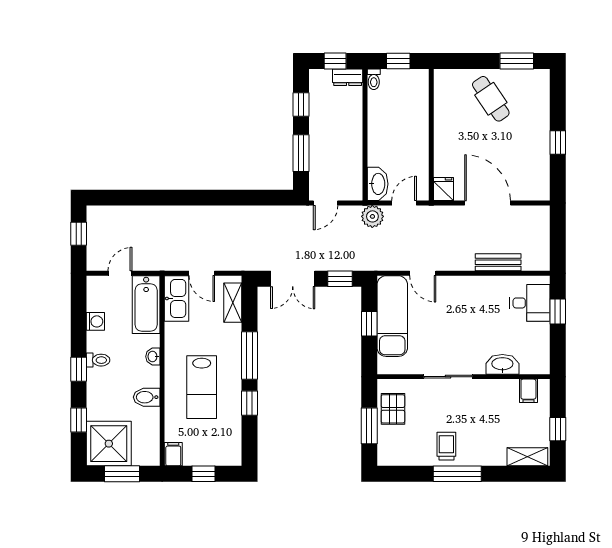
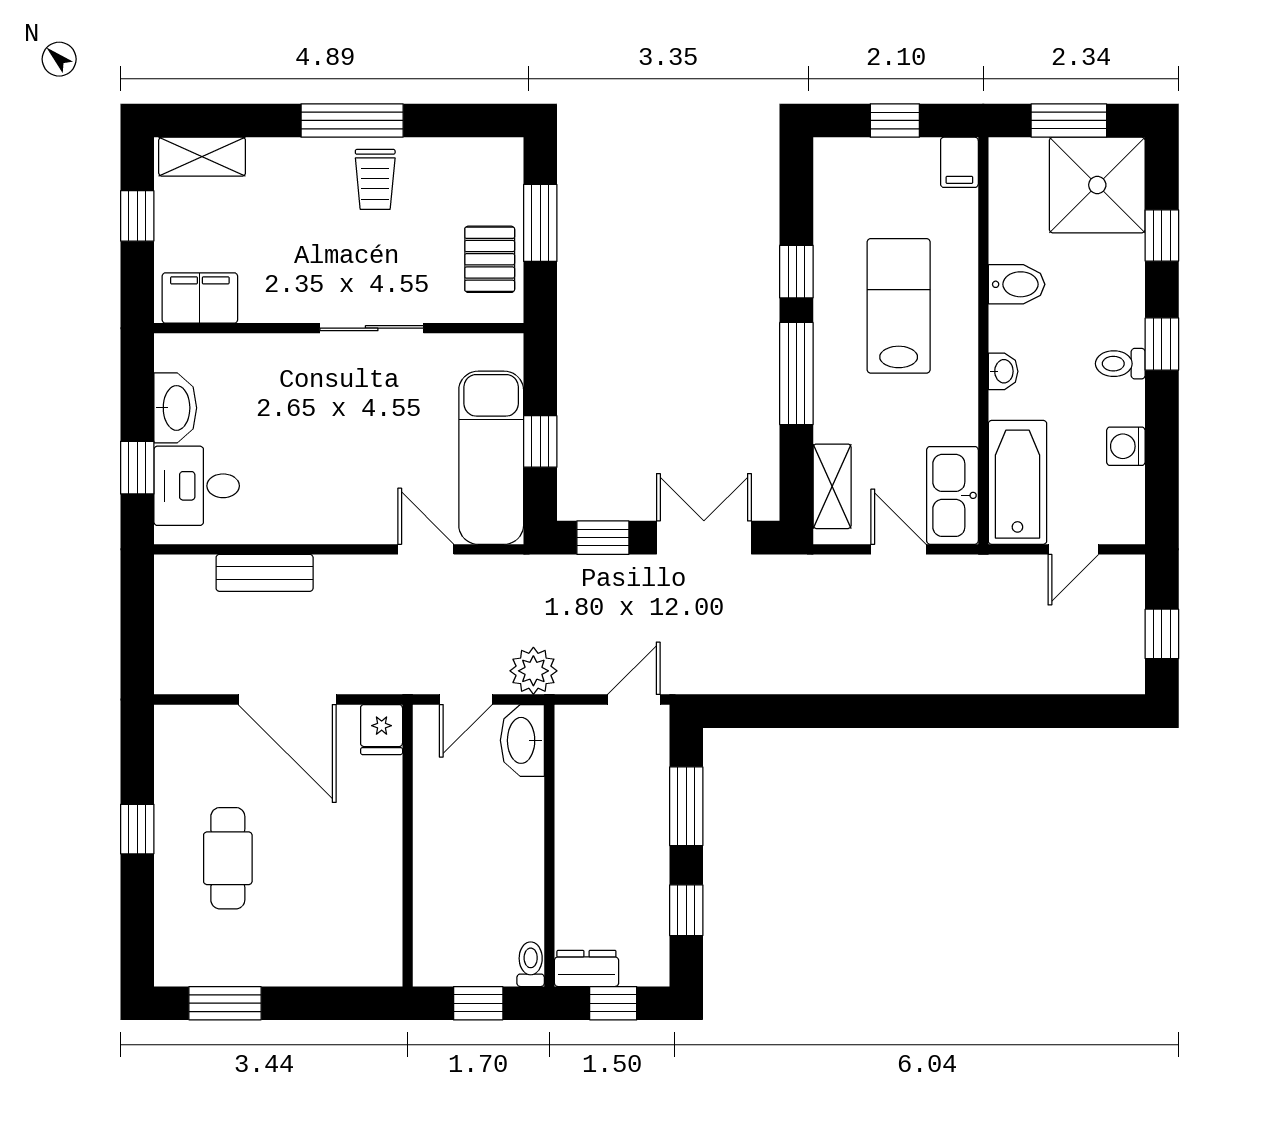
cafe table: (491, 99) -> (228, 858), moved, turned 34
washbasin: (502, 364) -> (175, 408), moved, turned -90
filing cabinet: (528, 391) -> (200, 298), width x2.00

